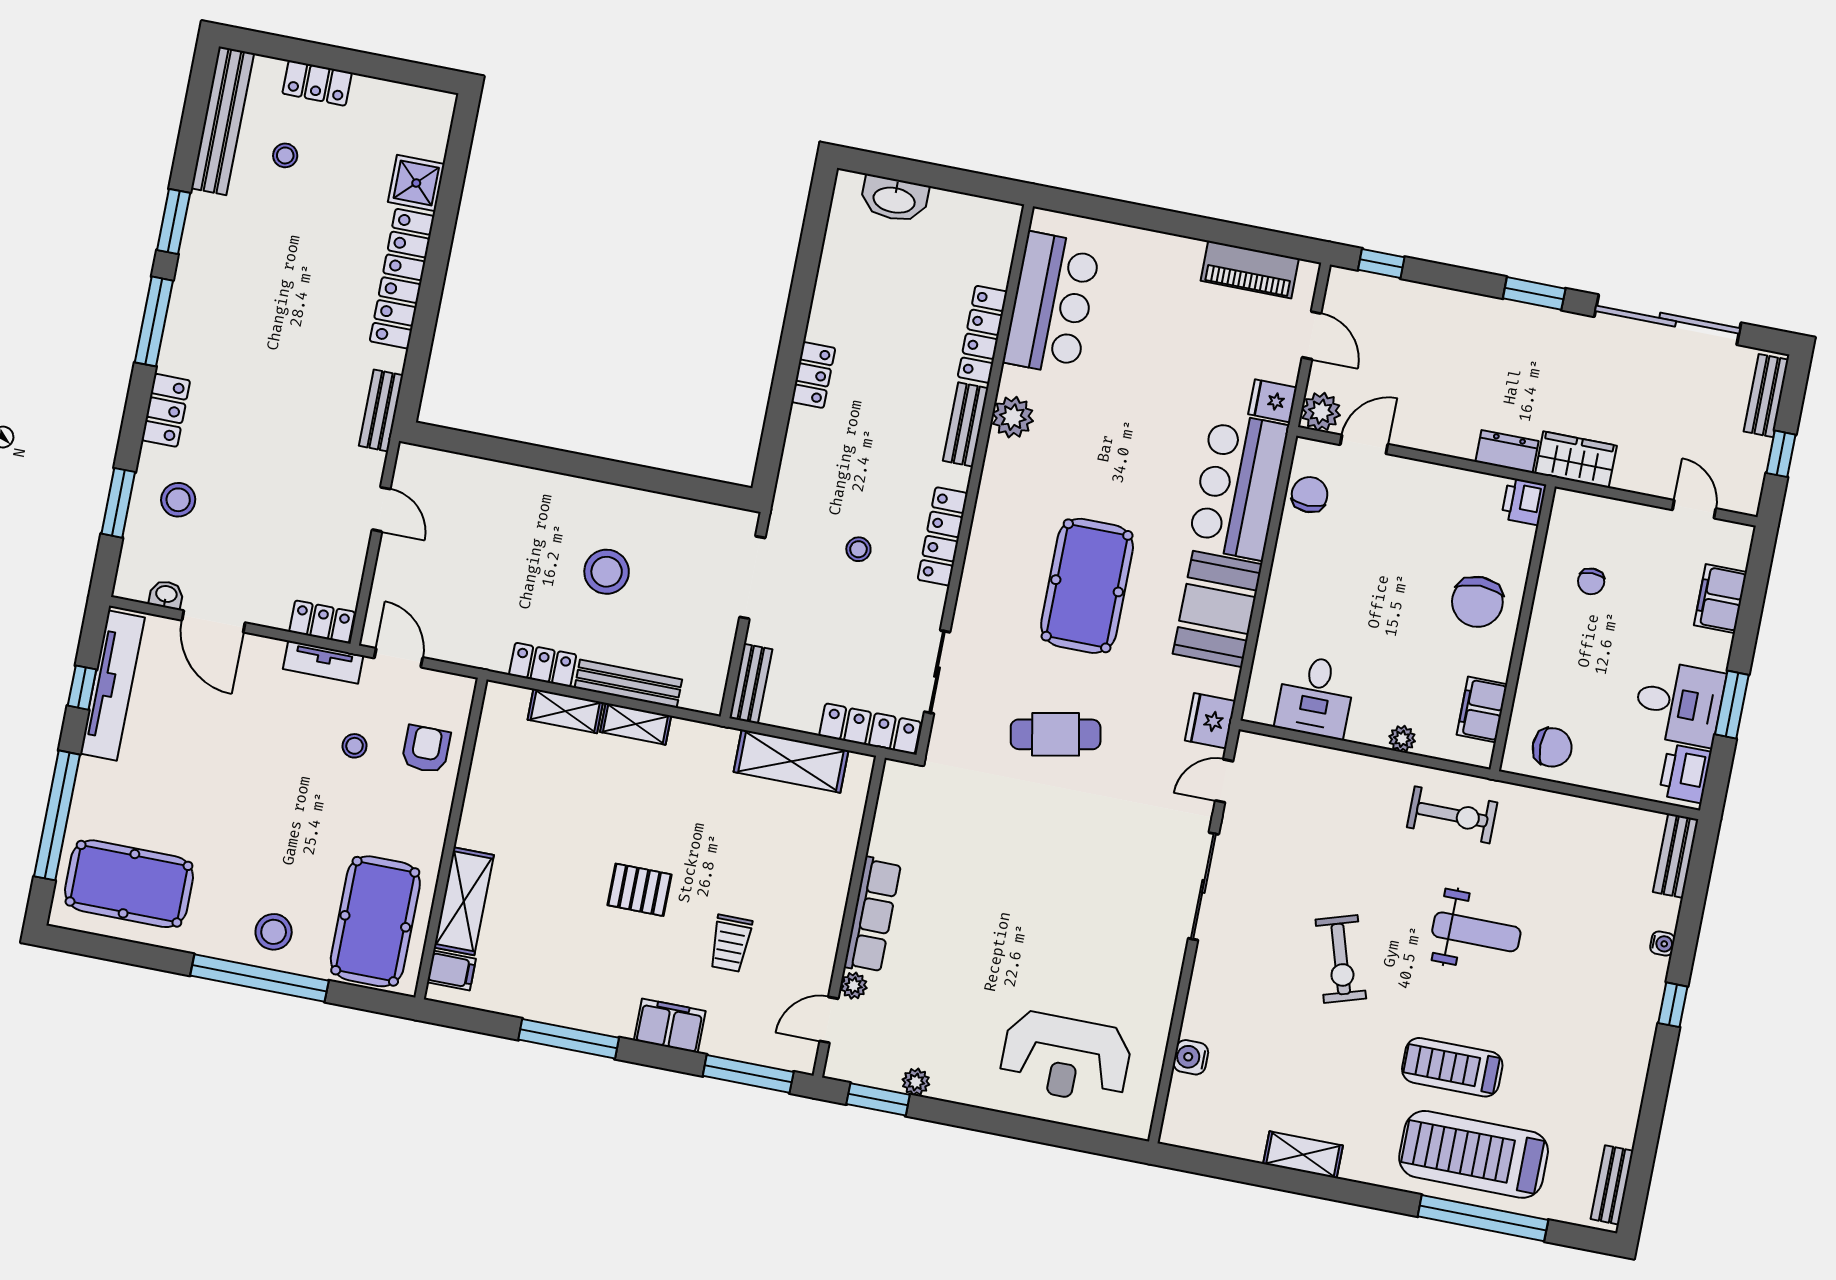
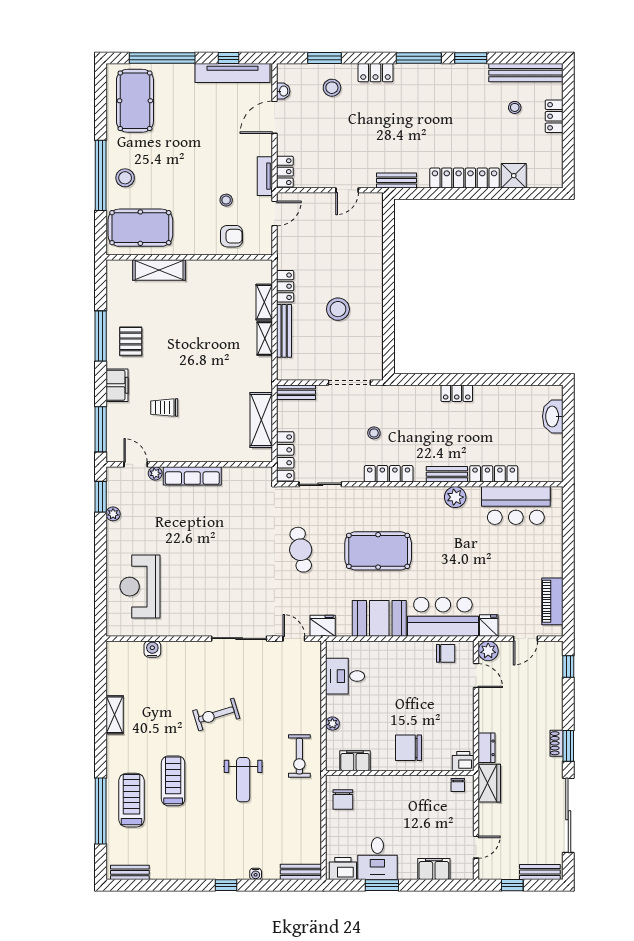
shoe rack: (1525, 315) -> (556, 743), added
chair: (1591, 581) -> (458, 785), moved, turned -90
pallet: (639, 890) -> (131, 341), moved
filing cabinet: (451, 971) -> (123, 271), removed
treadmill: (1474, 1154) -> (132, 800), width x0.73, depth x0.73

